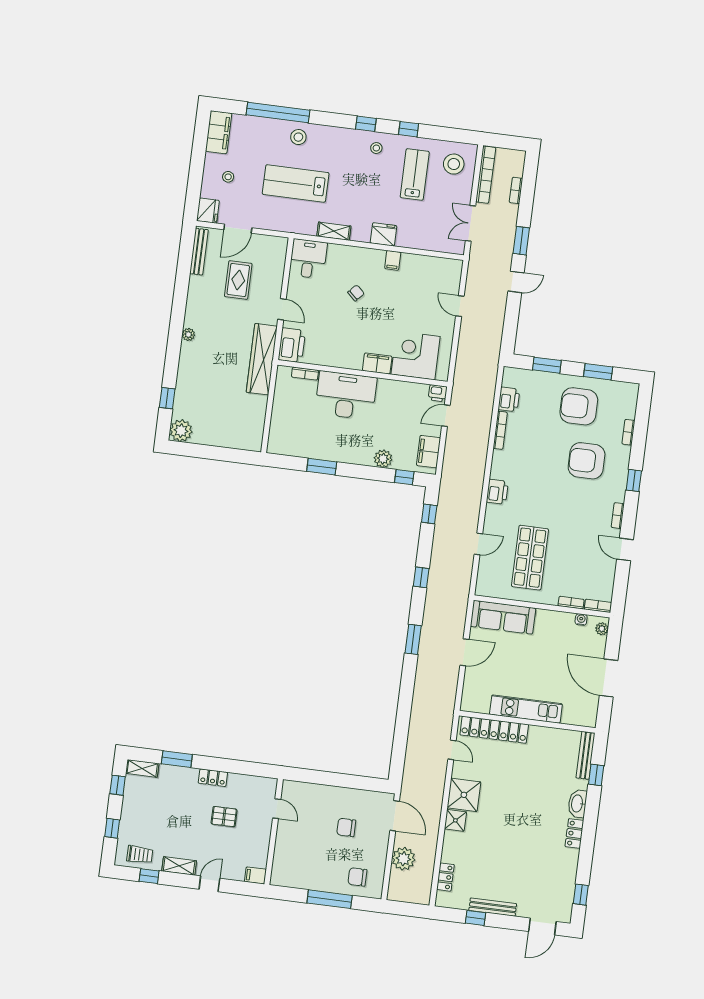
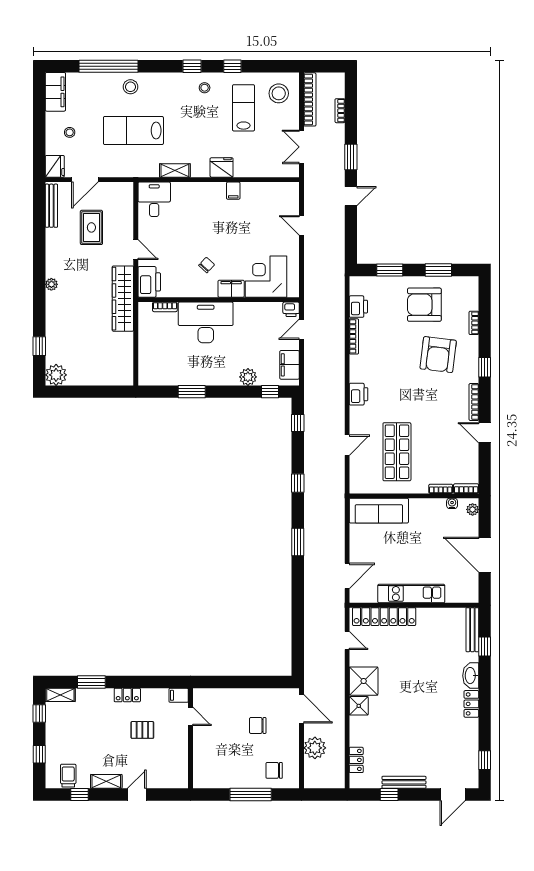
chair: (356, 293) -> (207, 265), moved
armchair: (587, 461) -> (438, 355), turned -83
bookcase: (618, 516) -> (474, 402), width x1.56
door: (464, 652) -> (347, 576), moved
trolley: (140, 855) -> (68, 776), turned -90
filing cabinet: (255, 875) -> (179, 695), moved

